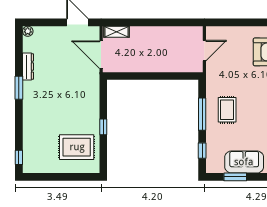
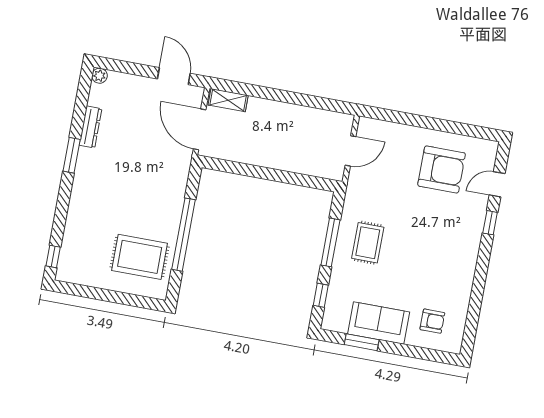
window: (103, 127) -> (184, 235), width x3.17

